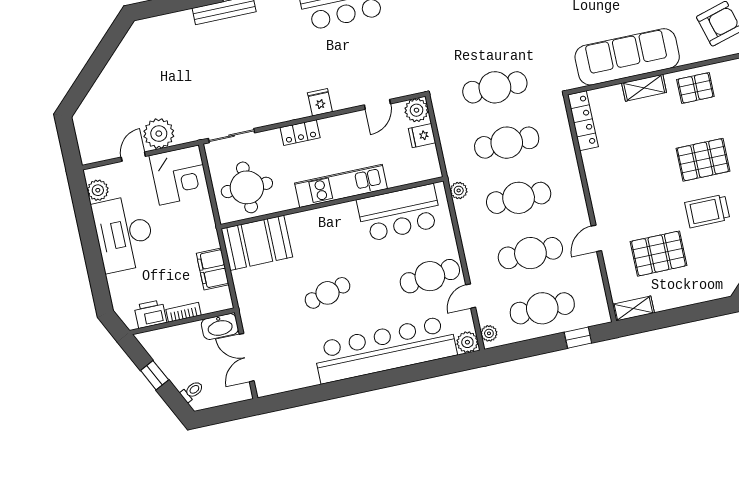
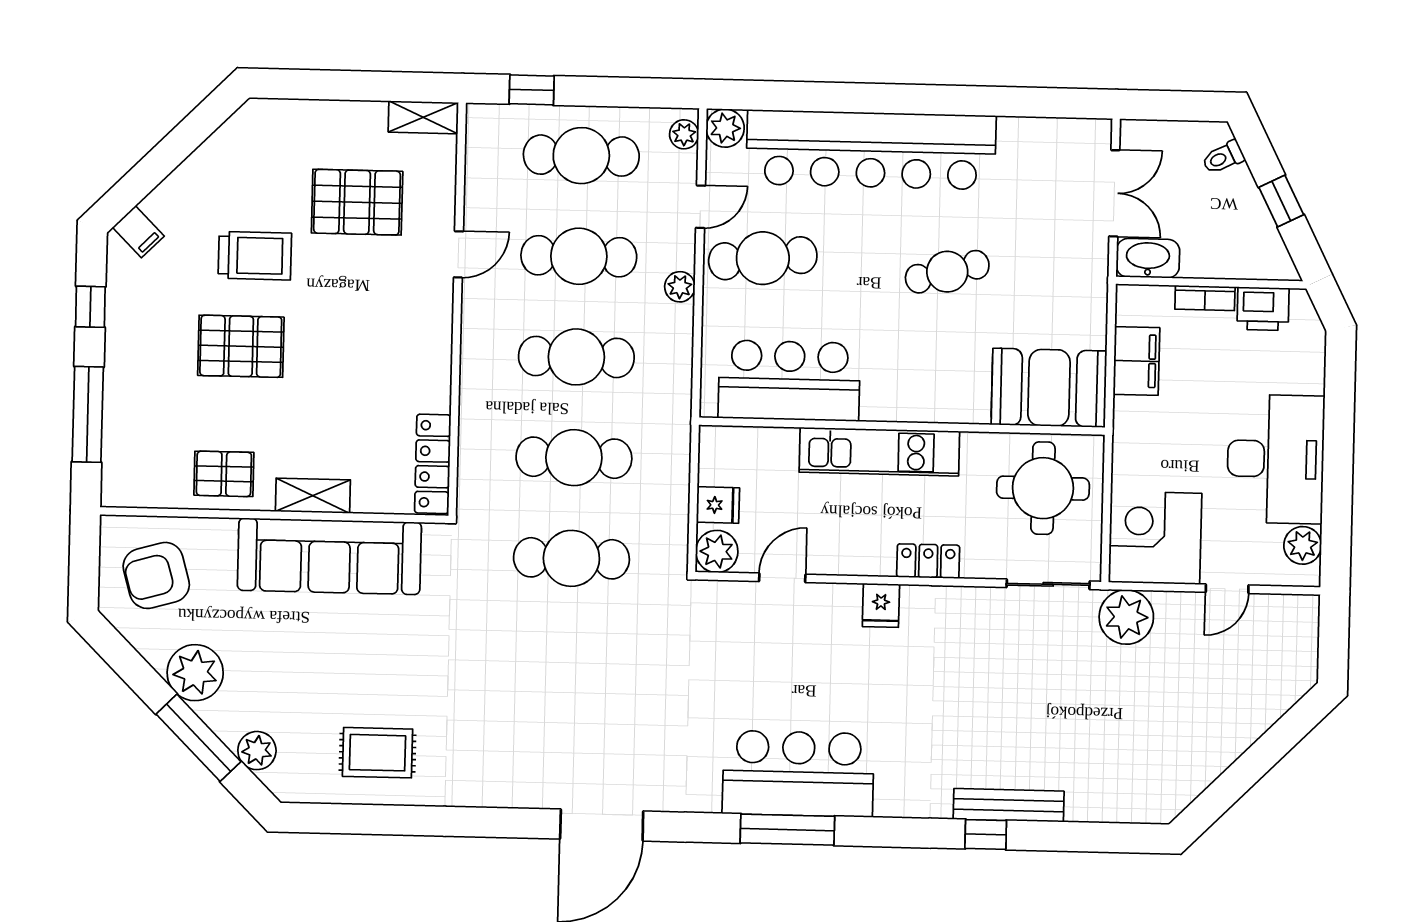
plant: (159, 134) -> (1126, 617), moved
plant: (459, 190) -> (680, 287), moved

